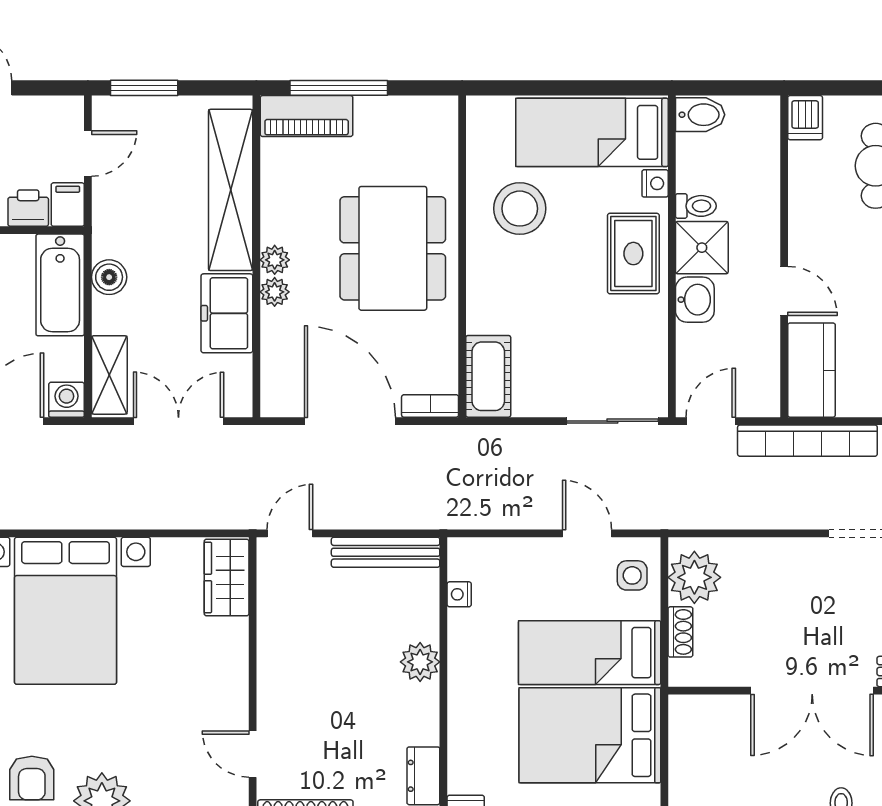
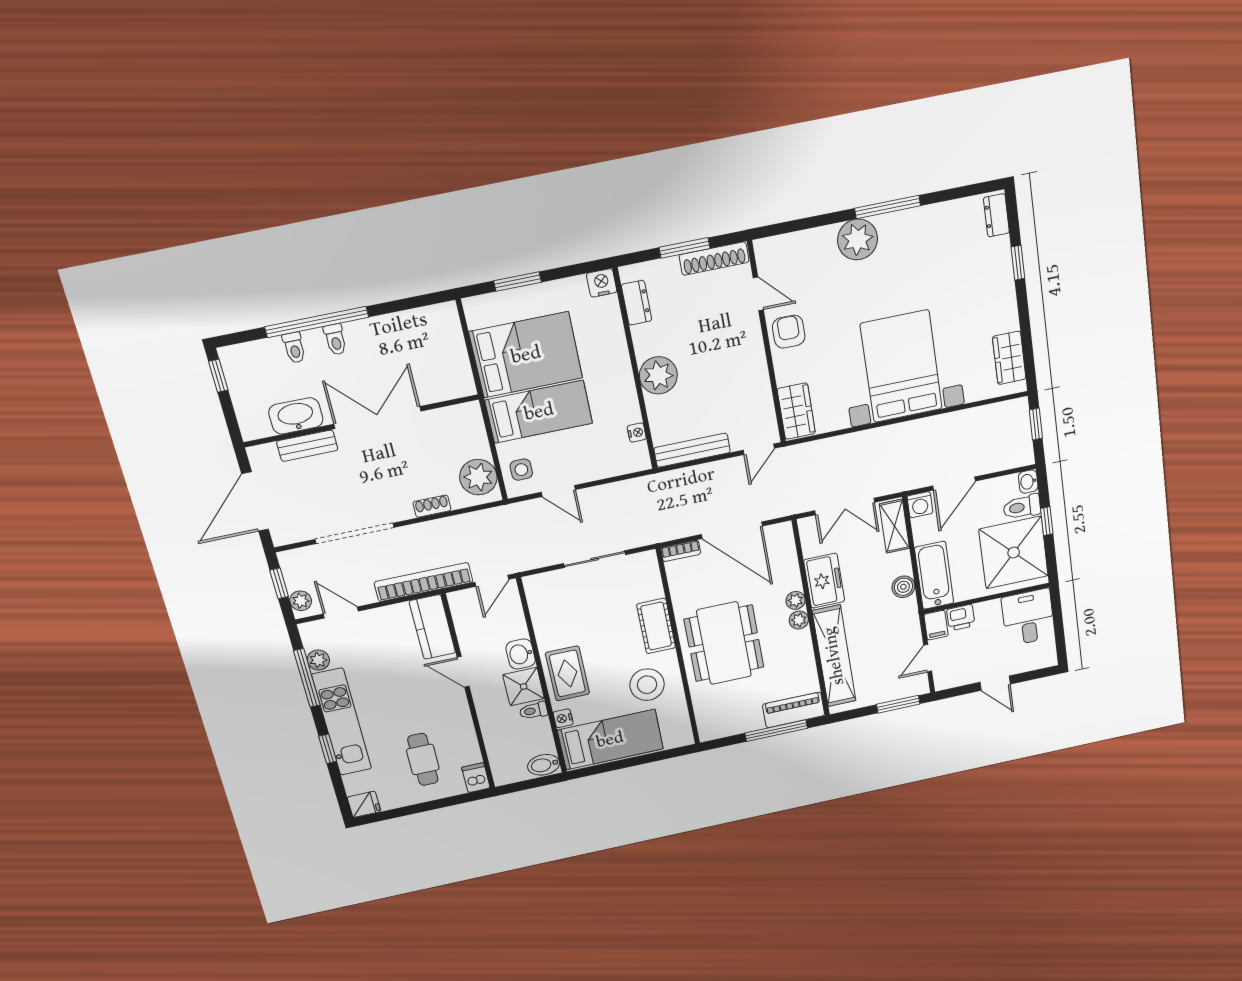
cot: (488, 376) -> (656, 626), moved
sliding door: (612, 421) -> (595, 559), moved
shoe rack: (680, 632) -> (432, 506), moved, turned 90
plant: (420, 662) -> (658, 375), width x1.36, depth x1.36
armchair: (32, 778) -> (789, 332), moved

